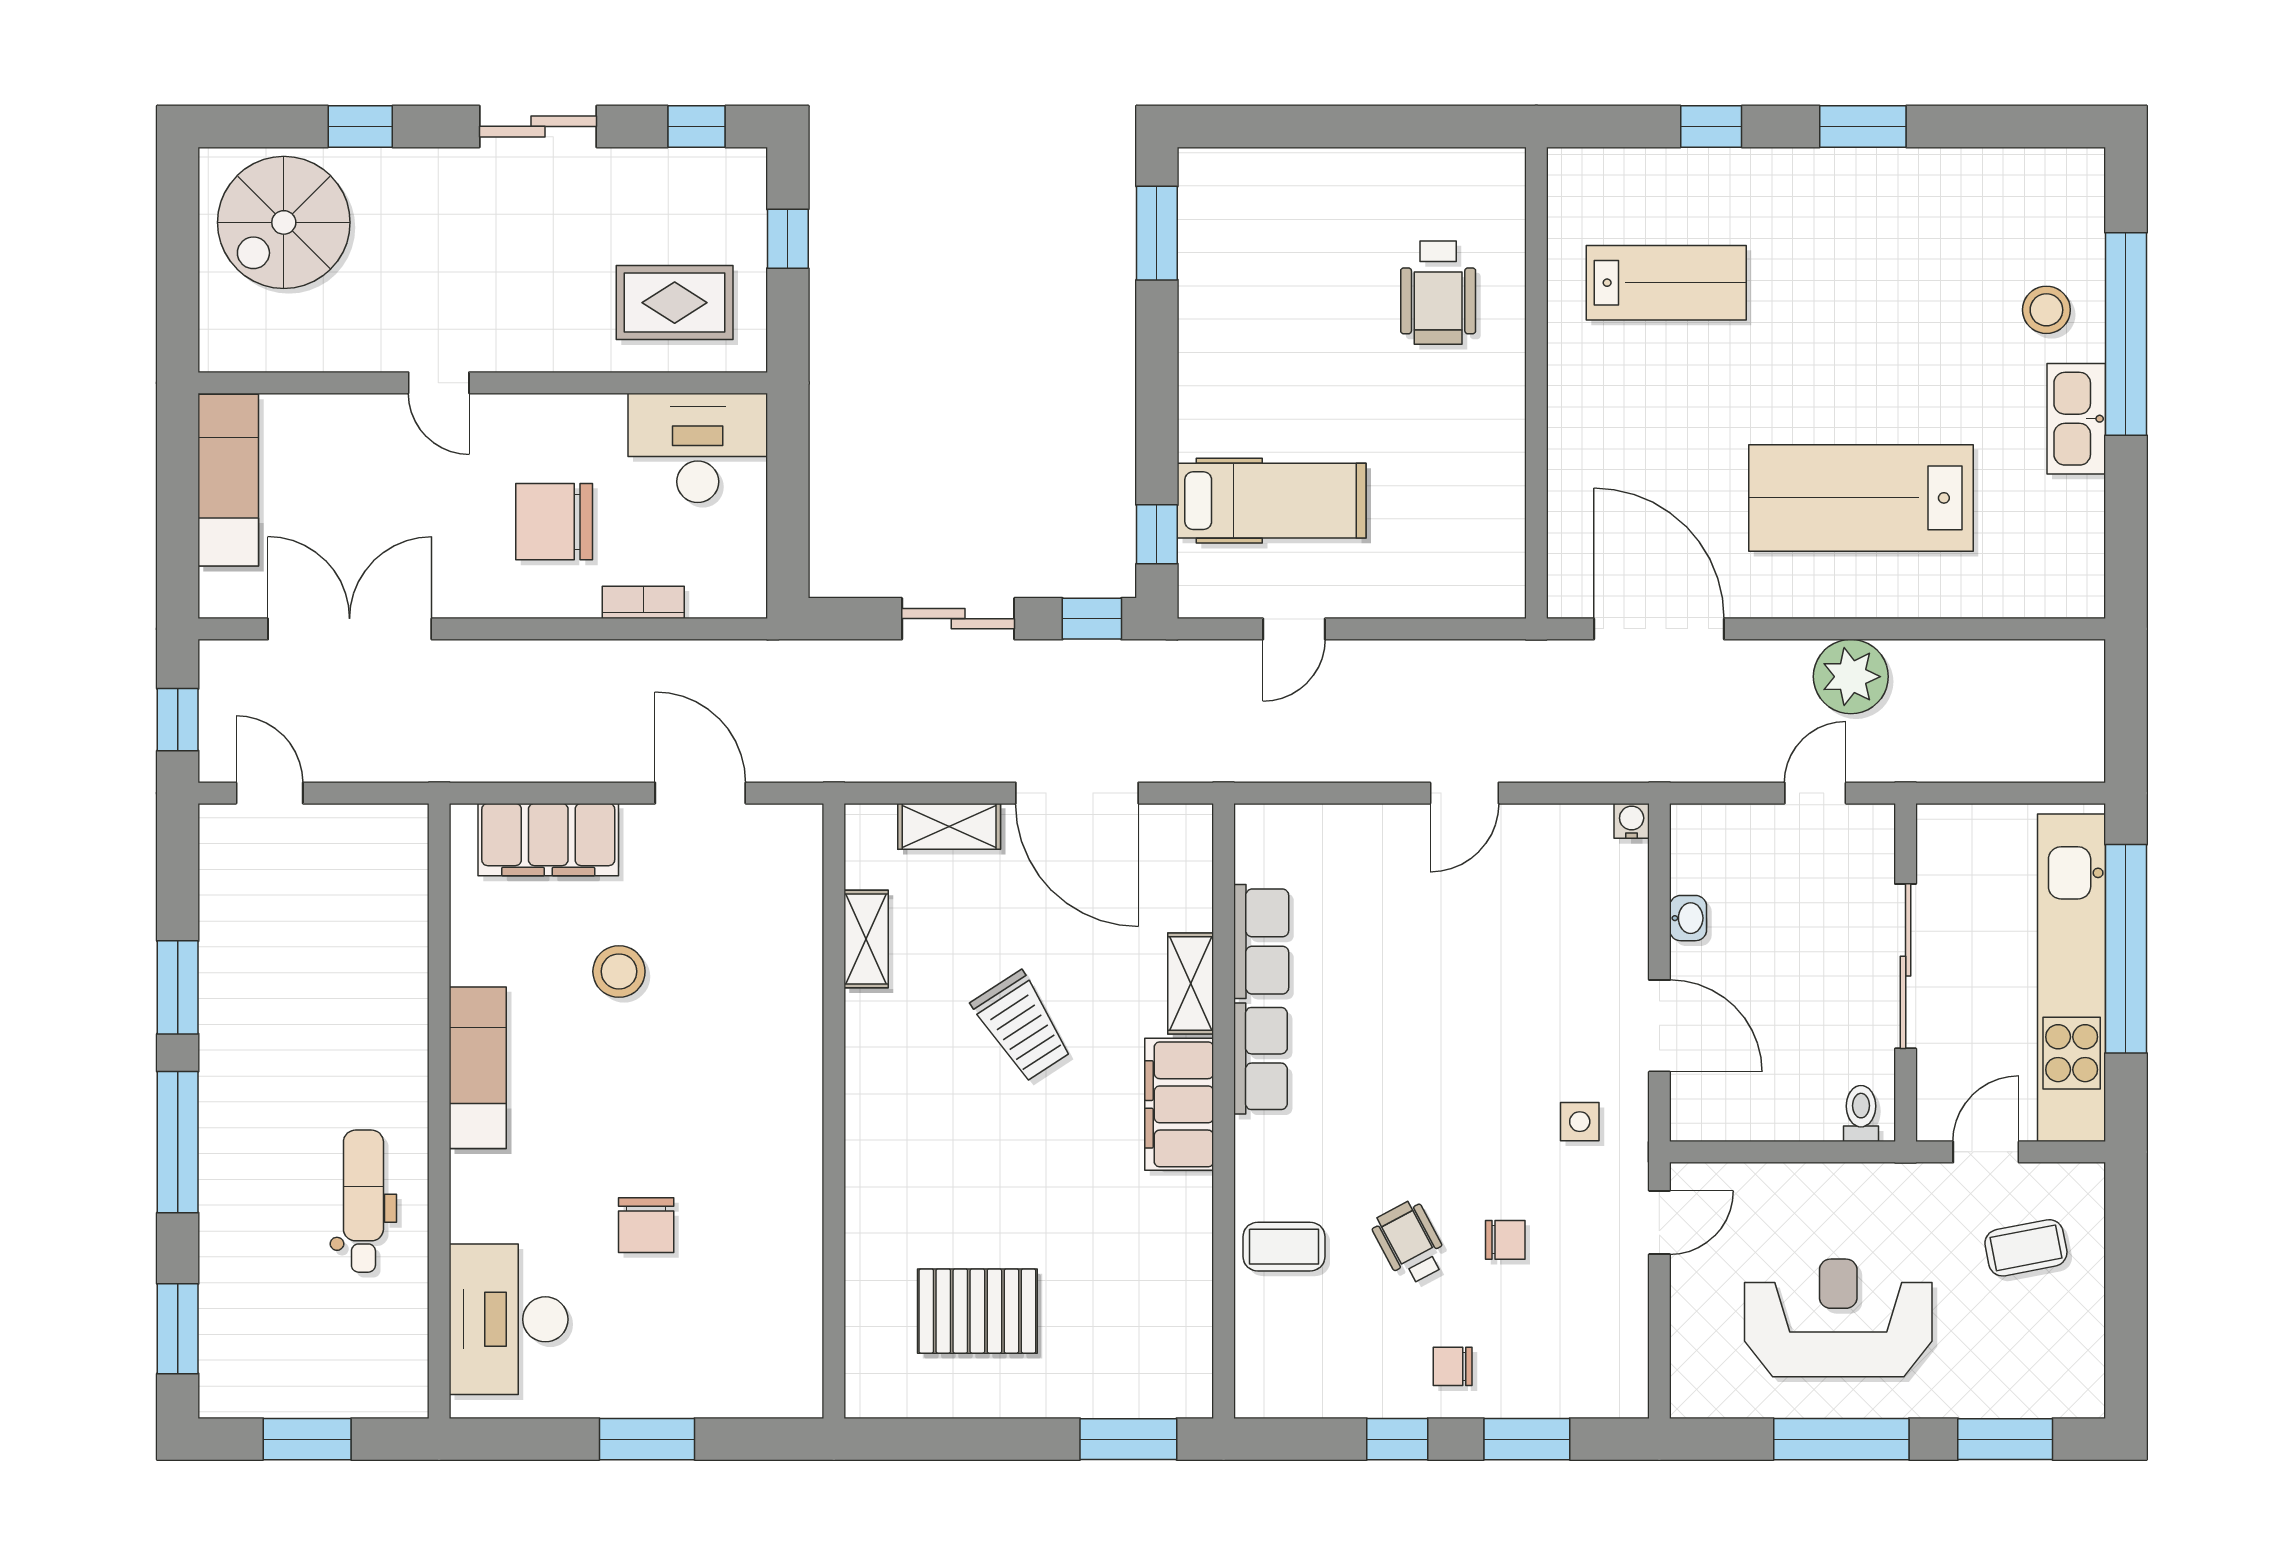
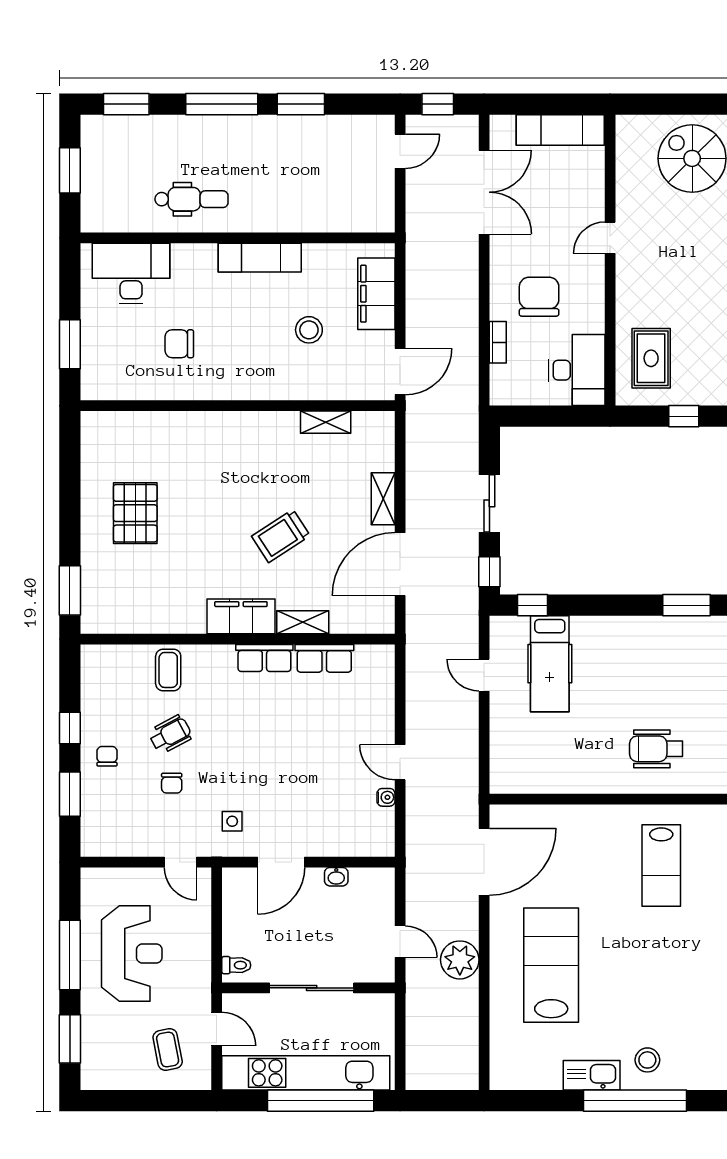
water cooler: (1632, 821) -> (386, 797), moved
shelving: (866, 939) -> (326, 422), moved
wall: (834, 1111) -> (238, 406), moved

